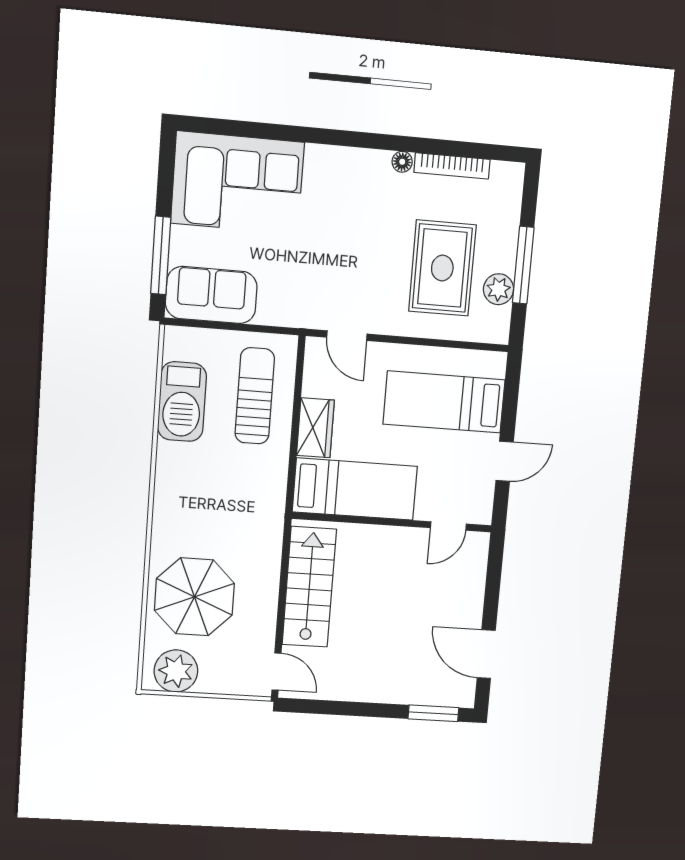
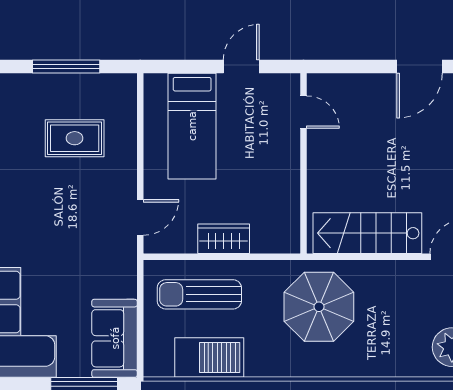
rug: (442, 268) -> (75, 138), width x0.73, depth x0.70
plant: (499, 289) -> (89, 87), removed
door: (505, 461) -> (241, 66), hinge flipped
bed: (355, 489) -> (276, 199), removed
parasol: (194, 597) -> (319, 307), moved

